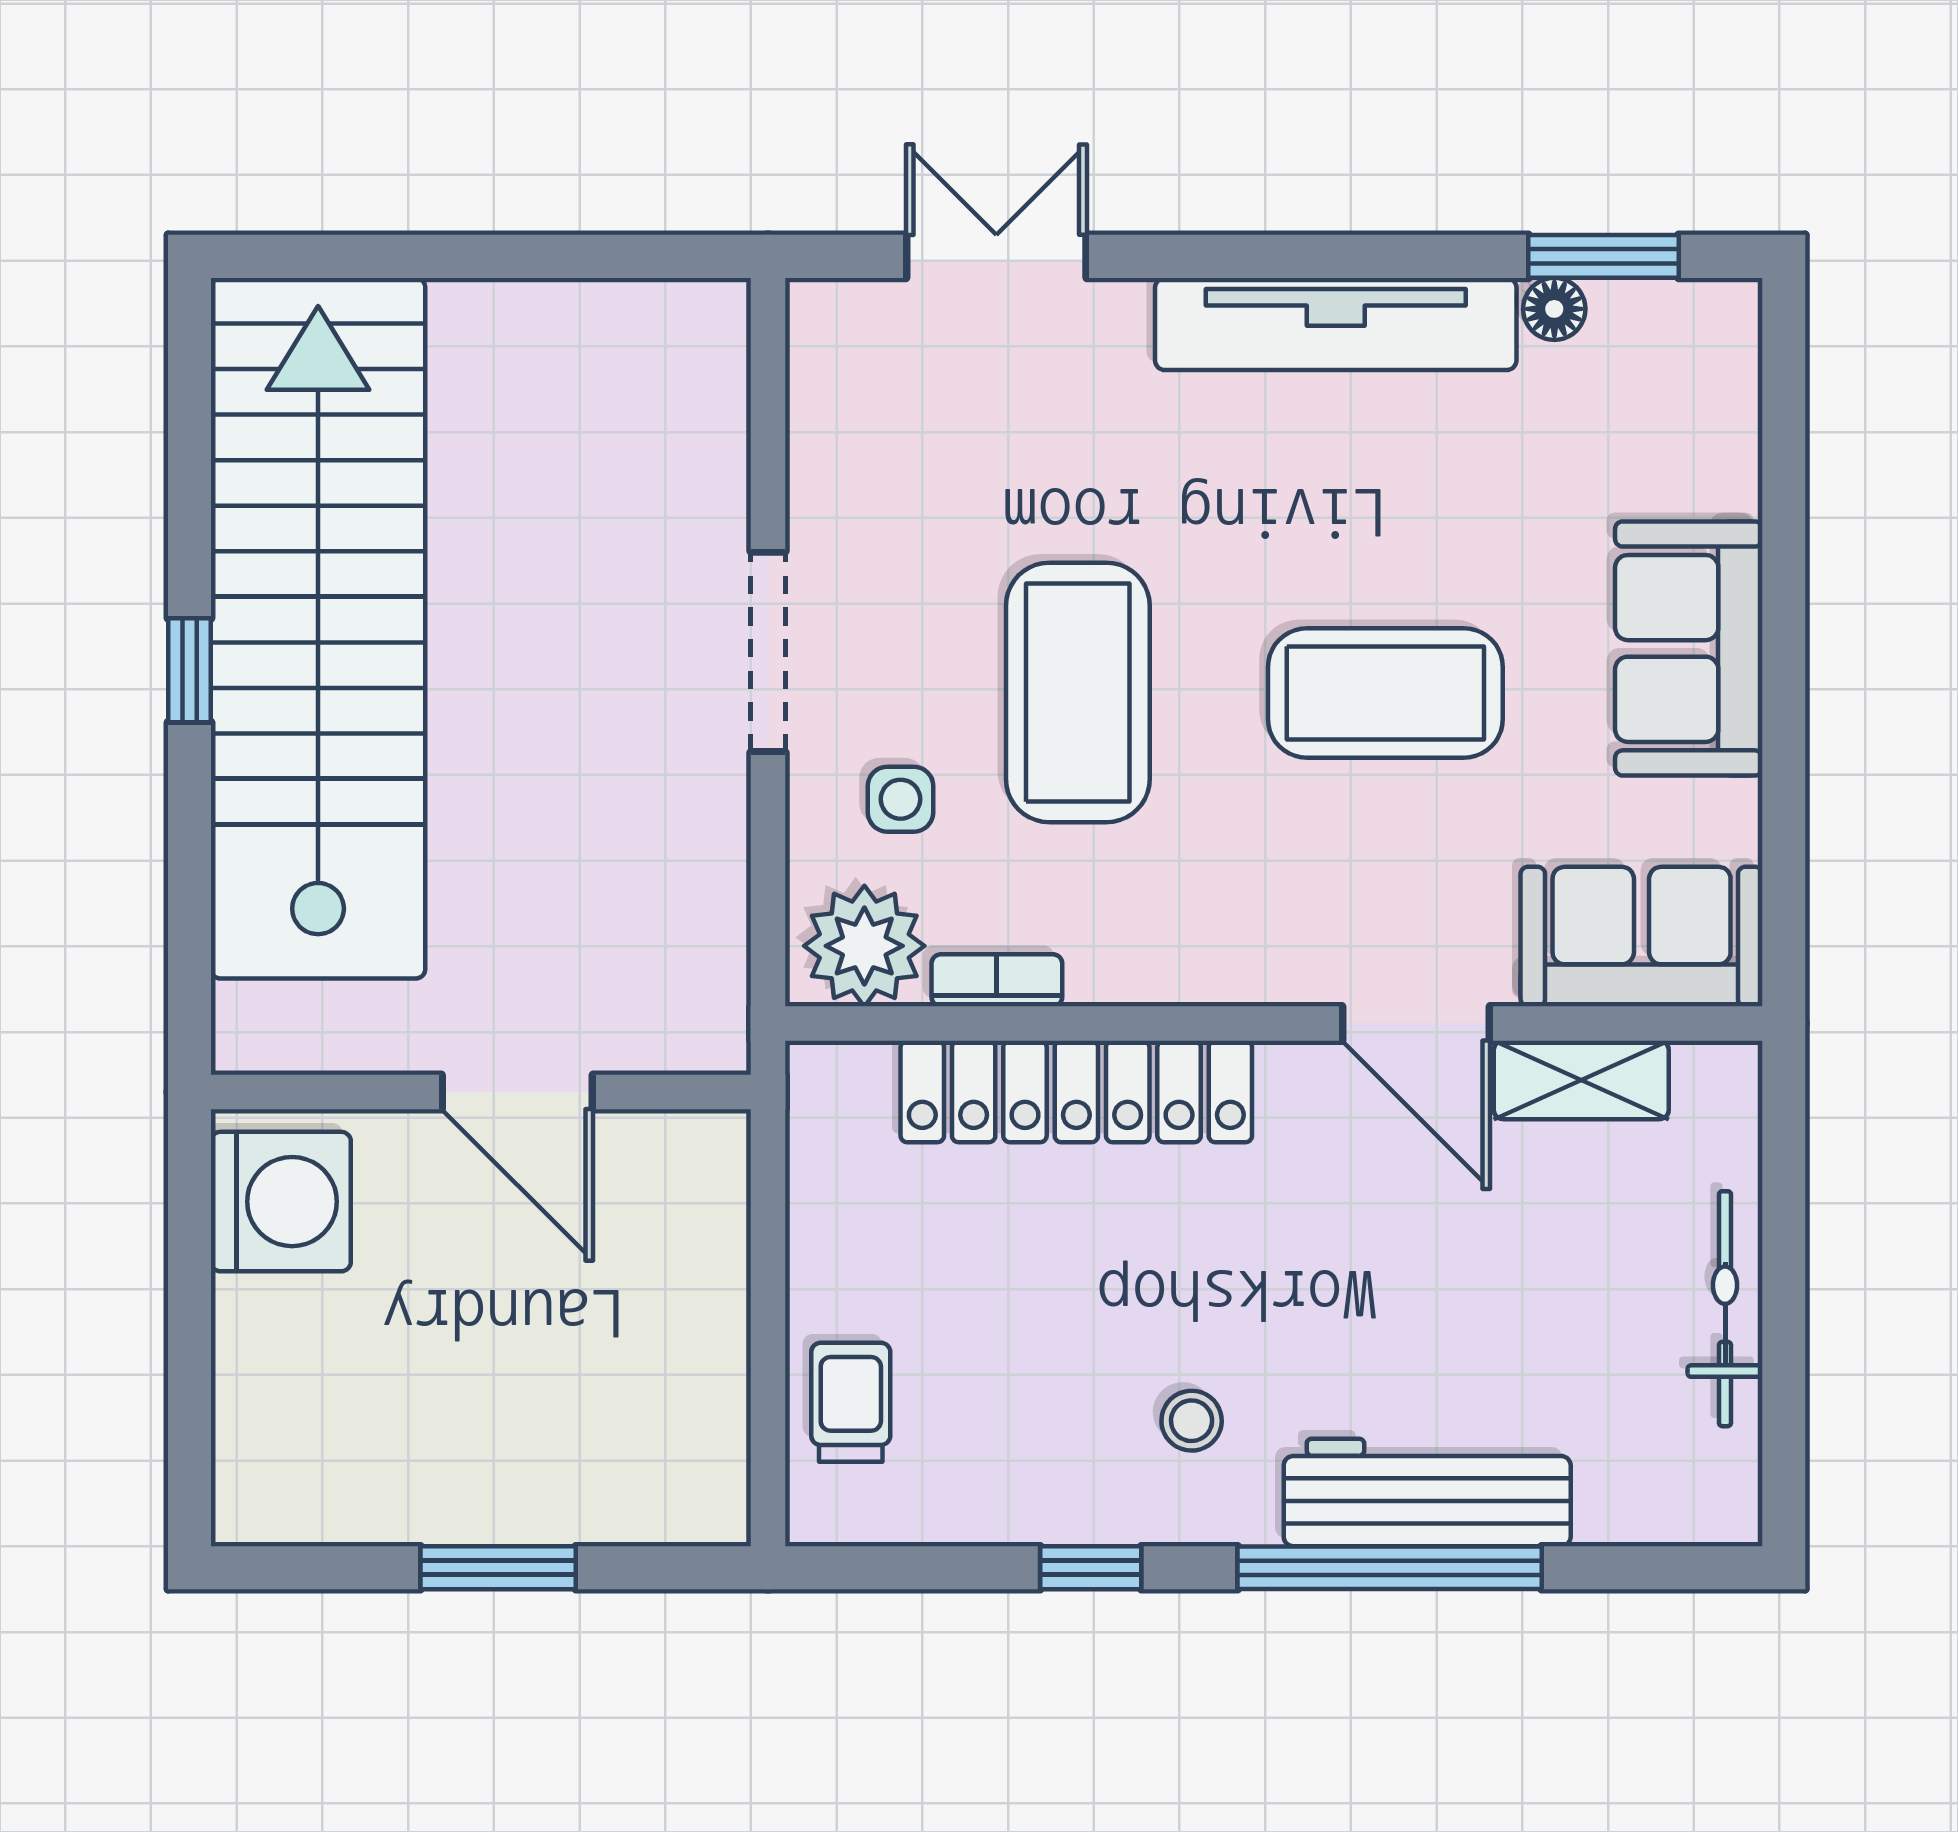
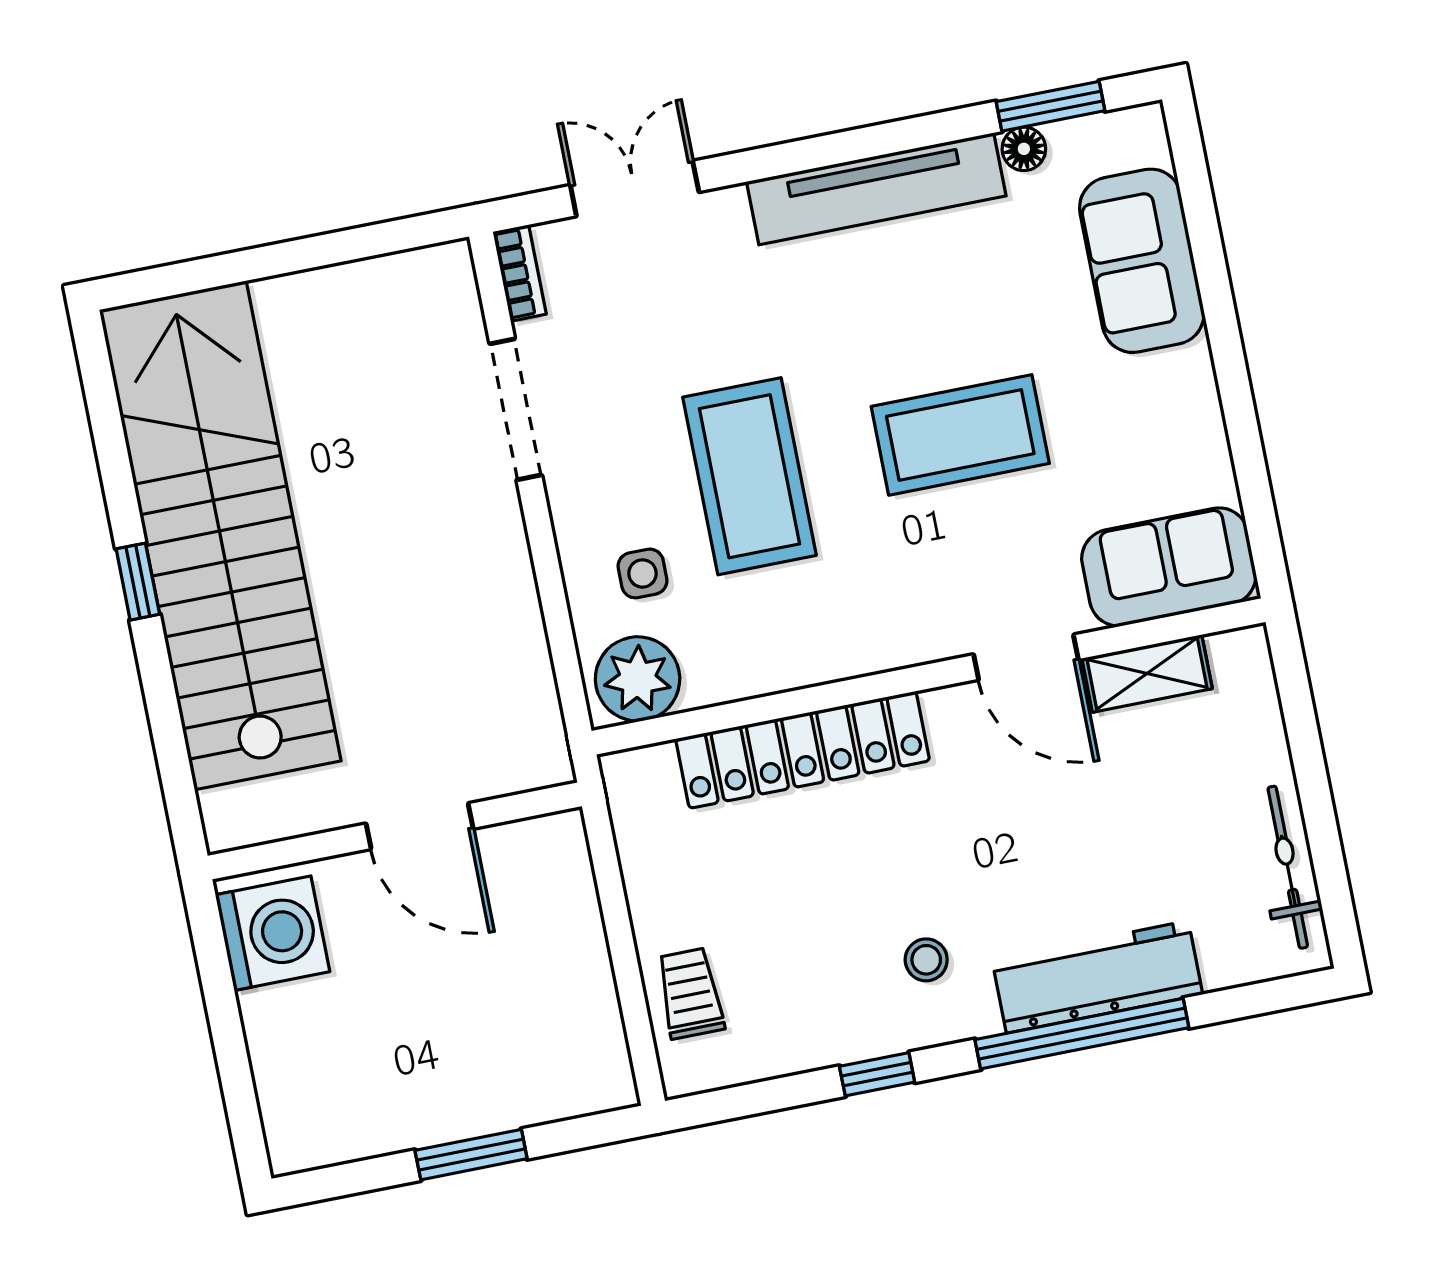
sofa: (1689, 648) -> (1142, 261), moved
doorway: (768, 652) -> (516, 409), moved
bookcase: (997, 980) -> (520, 273), moved, turned 90
bicycle: (1725, 1309) -> (1288, 867), moved

